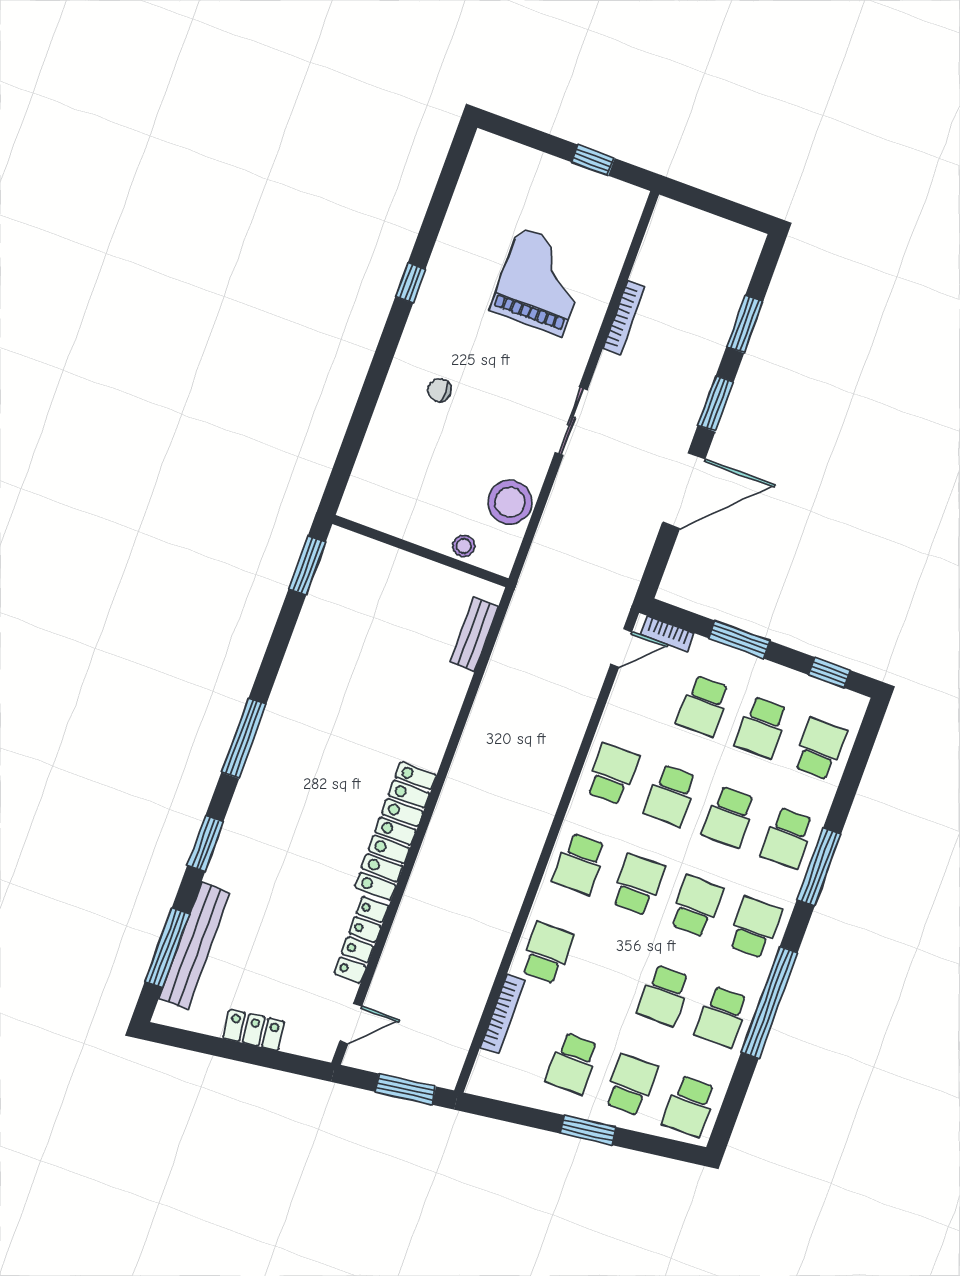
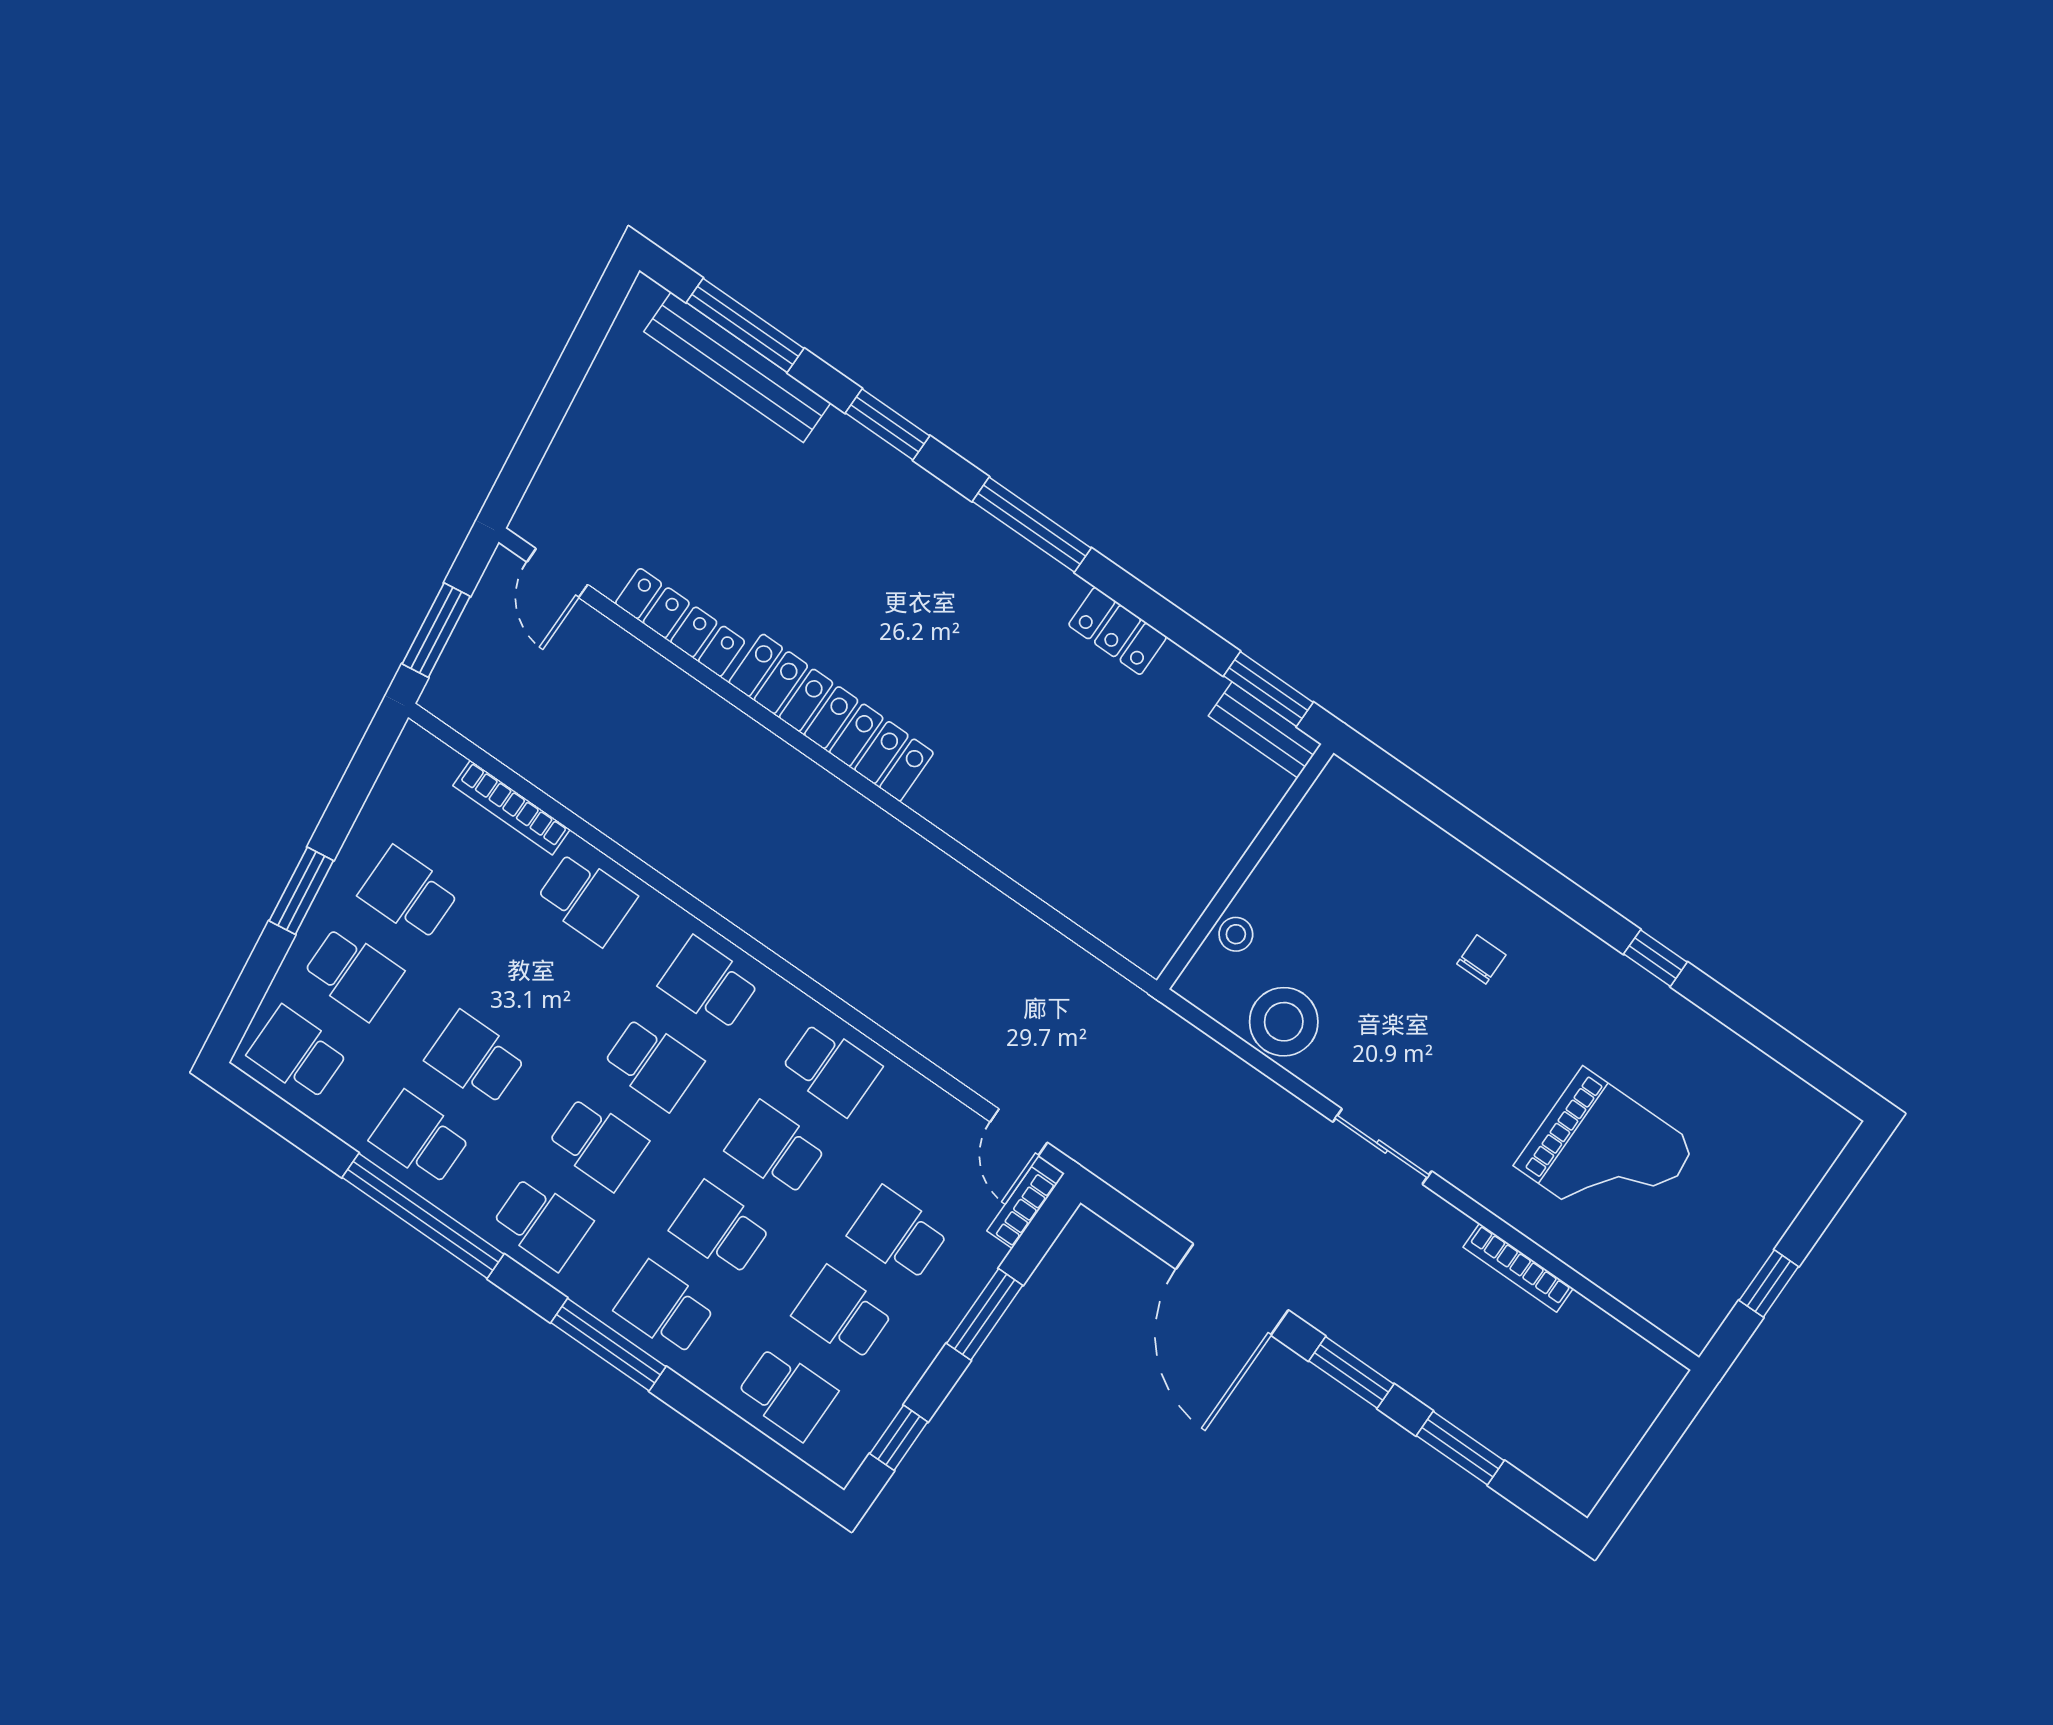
bench: (474, 634) -> (1265, 730), moved
locker: (254, 1030) -> (1118, 631), moved, turned 97

